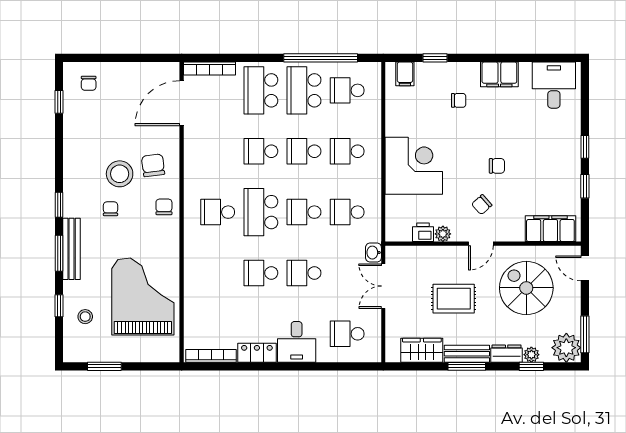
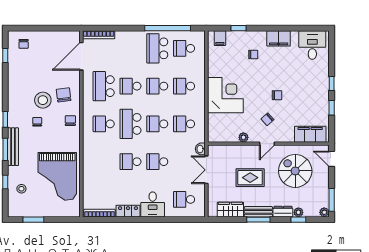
school desk: (261, 90) -> (104, 86), moved
printer: (423, 232) -> (231, 136), removed
grand piano: (143, 297) -> (57, 176), turned 180
plant: (566, 348) -> (324, 212), width x0.53, depth x0.53

